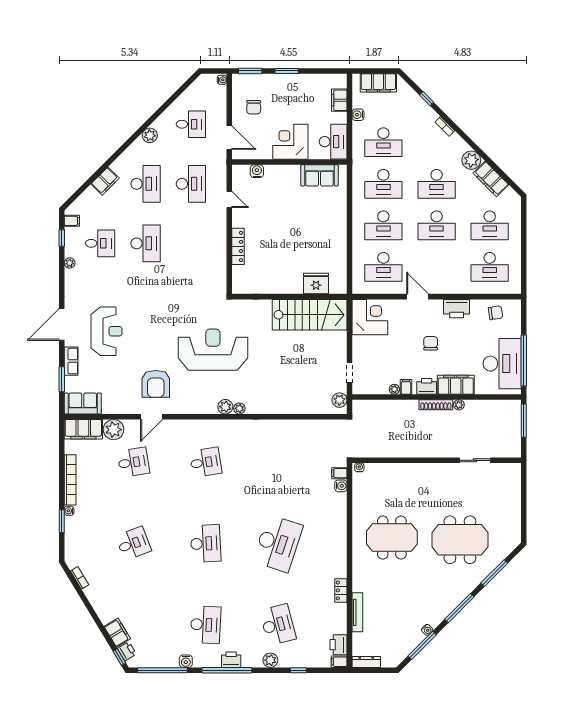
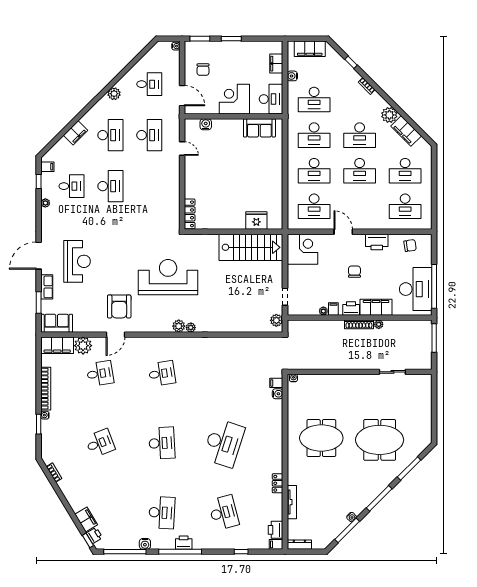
locker: (238, 246) -> (190, 214), moved
plant: (270, 660) -> (217, 543), removed

